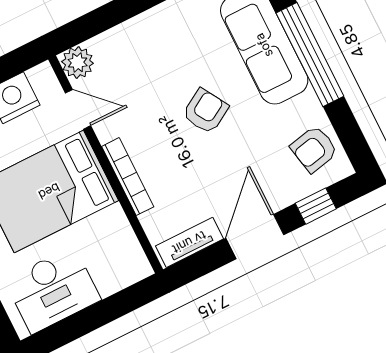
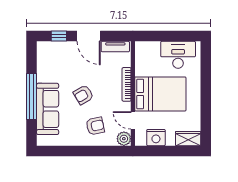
armchair: (314, 149) -> (95, 126), moved
door: (255, 237) -> (89, 36), hinge flipped

